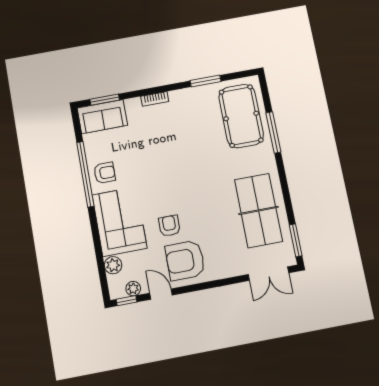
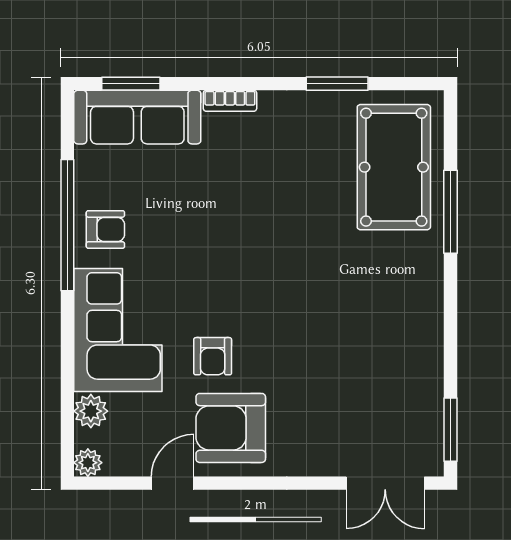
sofa: (102, 117) -> (137, 117), width x1.36
table tennis table: (258, 210) -> (391, 359), removed
armchair: (169, 226) -> (213, 356), turned 180
plant: (133, 289) -> (88, 463), moved
door: (161, 294) -> (173, 483), hinge flipped
window: (127, 301) -> (105, 483), removed

